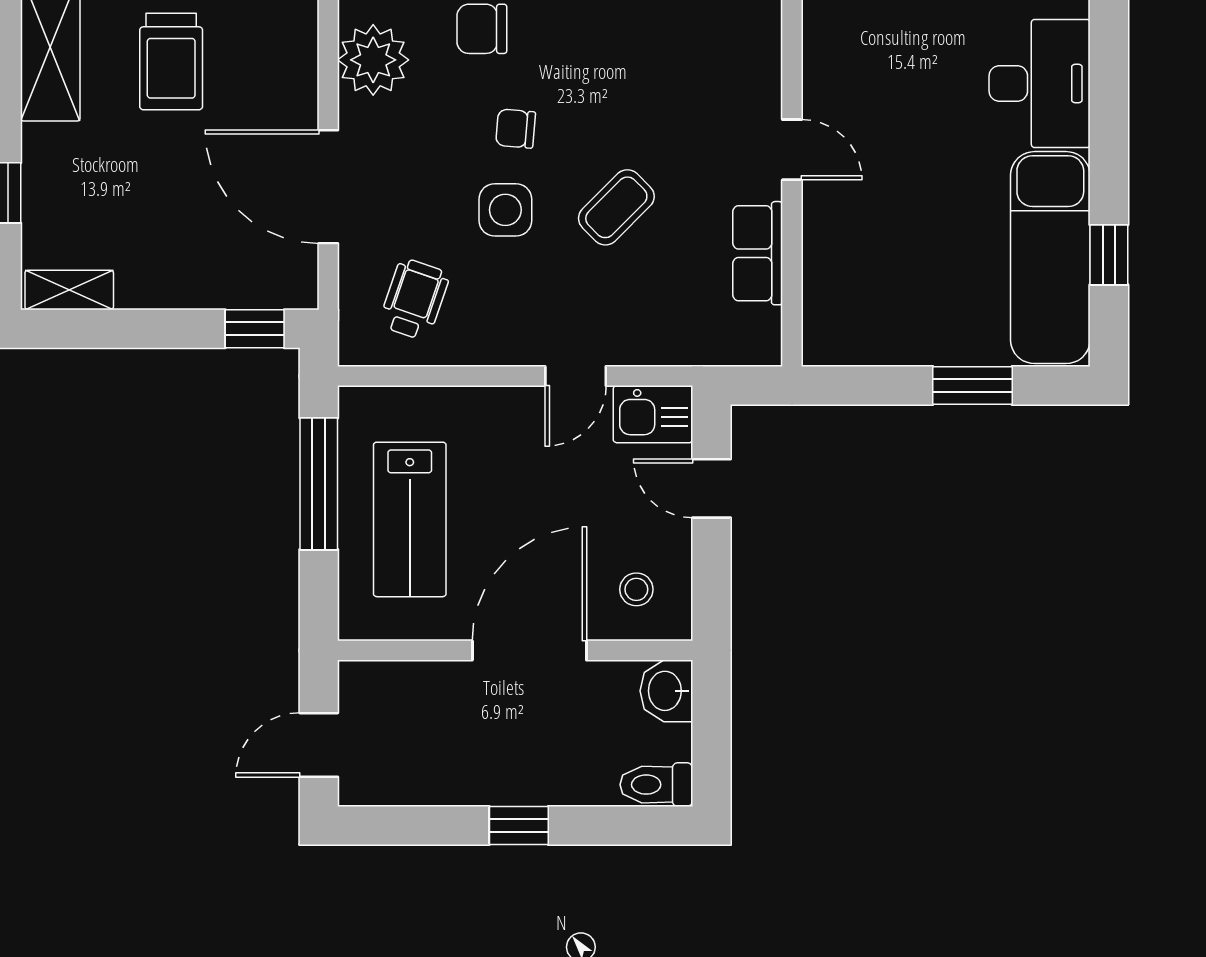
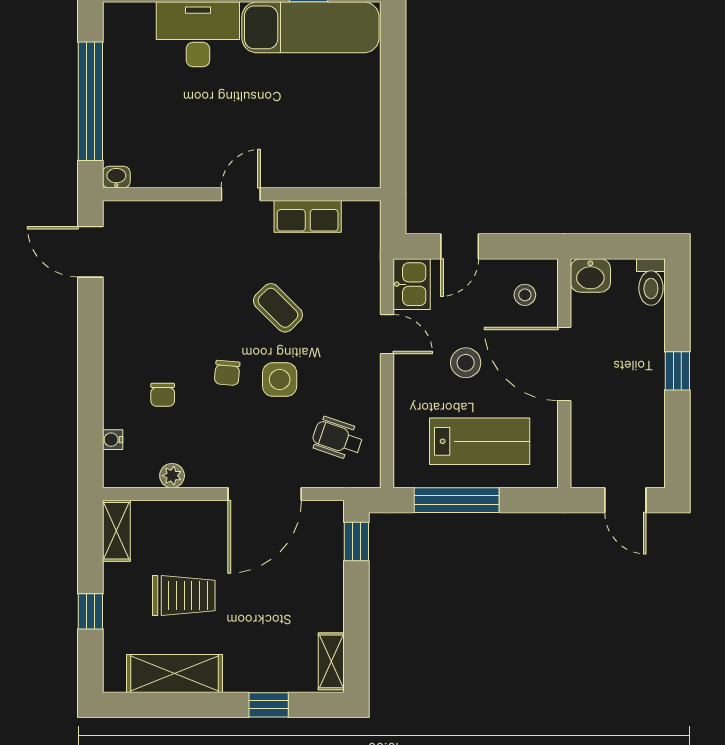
chair: (482, 29) -> (163, 395), width x0.73, depth x0.73
plant: (373, 60) -> (172, 476), width x0.53, depth x0.53
window: (972, 385) -> (393, 78), removed
stool: (531, 498) -> (466, 363), added

